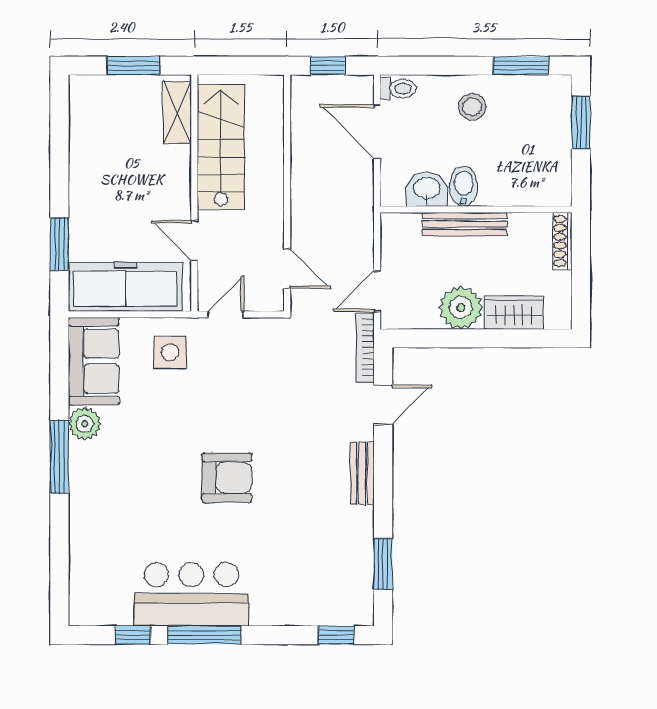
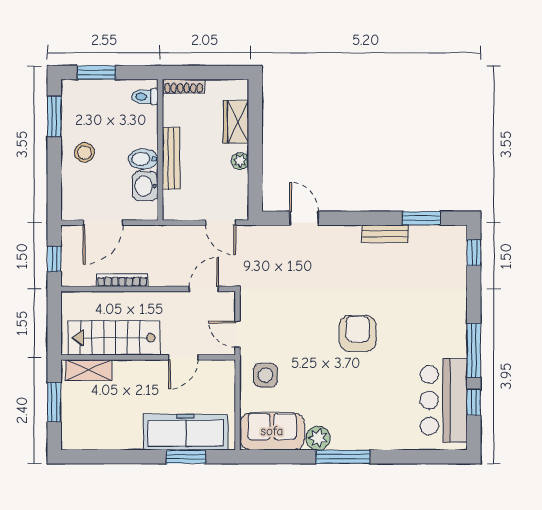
toilet: (398, 89) -> (145, 97), moved, turned -90
freezer: (125, 287) -> (186, 432), moved, turned 90
plant: (461, 308) -> (240, 161), width x0.53, depth x0.53
bookcase: (365, 348) -> (122, 280), moved, turned 180
bench: (362, 473) -> (385, 234), moved
bar counter: (191, 594) -> (444, 400), moved

